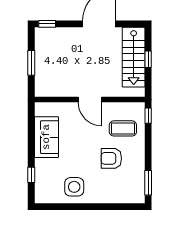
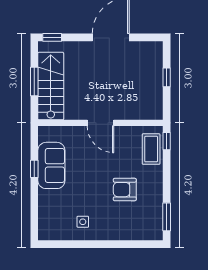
stairs: (134, 57) -> (51, 86), moved, turned 180
coffee table: (123, 128) -> (151, 149), moved, turned 90
window: (31, 175) -> (34, 169), moved
side table: (74, 187) -> (83, 222), width x0.54, depth x0.54

